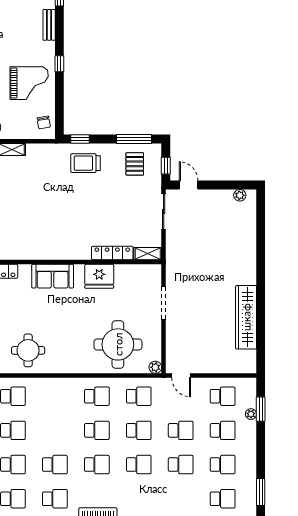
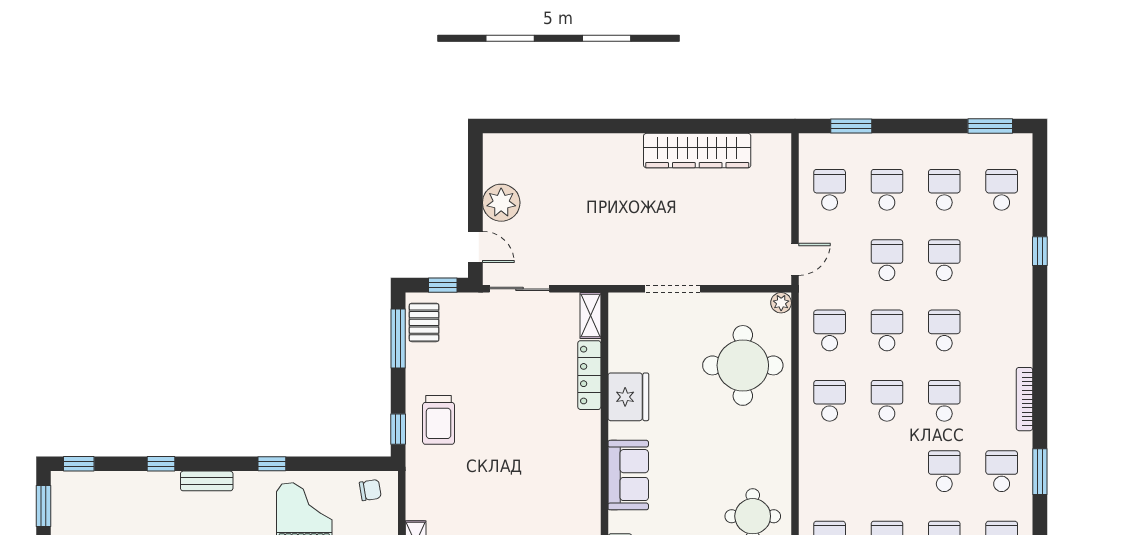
pallet: (135, 164) -> (424, 322), moved, turned 90
door: (189, 185) -> (475, 247), swing flipped
plant: (240, 195) -> (501, 203), moved, width x1.88, depth x1.88
plant: (251, 414) -> (860, 142), removed

